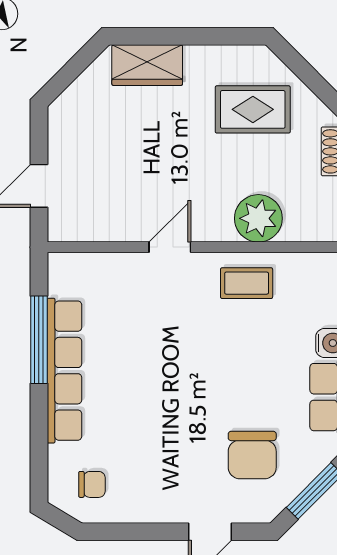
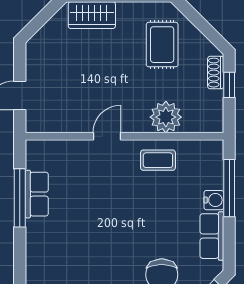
rug: (253, 109) -> (162, 45), turned 90
row of seats: (64, 371) -> (37, 194), width x0.50

